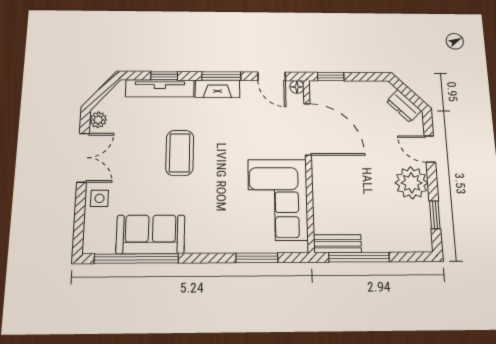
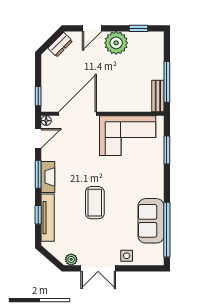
coffee table: (180, 153) -> (95, 203), turned 90
double door: (83, 158) -> (98, 268), swing flipped

